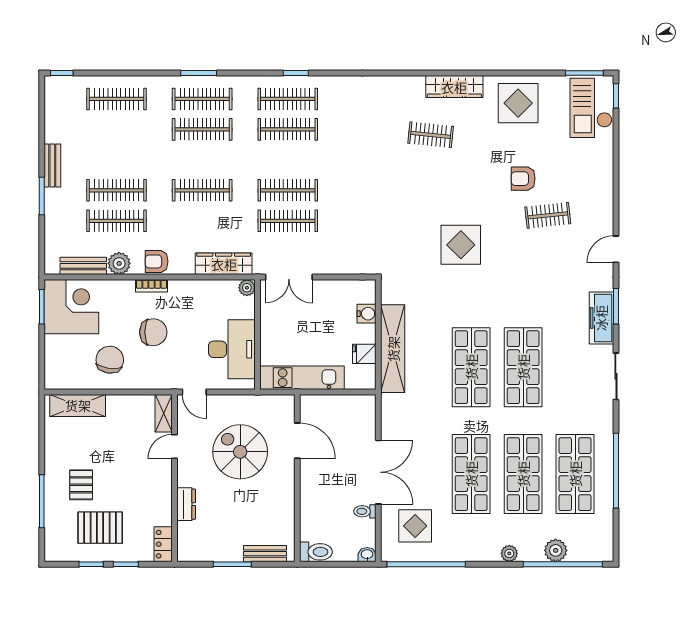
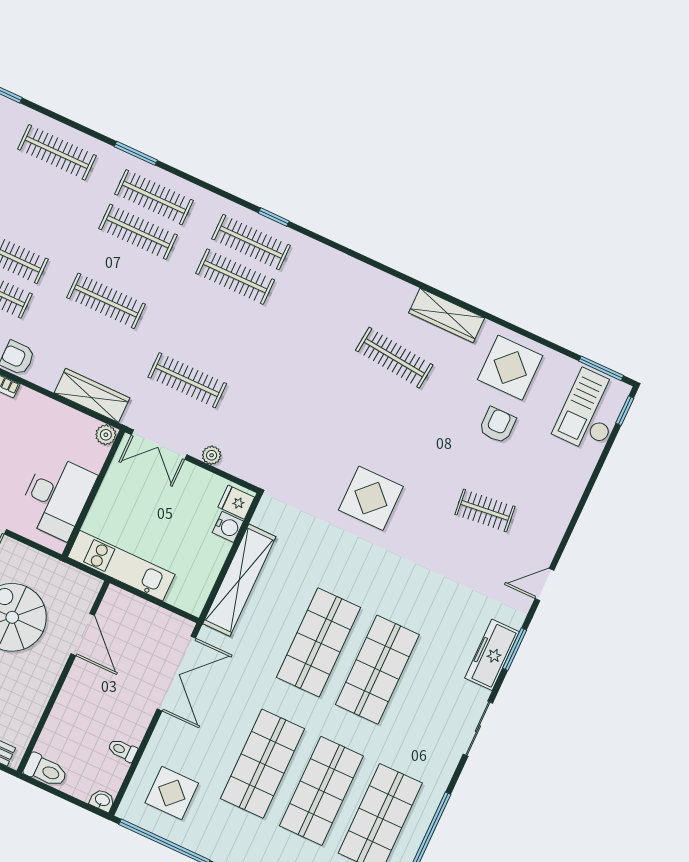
window: (199, 73) -> (136, 153), moved
clothes rail: (431, 135) -> (394, 358), width x1.36
armchair: (523, 179) -> (497, 425), moved, turned 90
clothes rail: (288, 190) -> (203, 346), removed
plant: (331, 267) -> (212, 455), added
fridge: (364, 354) -> (236, 502), moved
double door: (378, 472) -> (176, 673), moved

